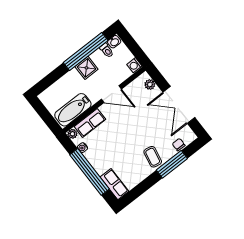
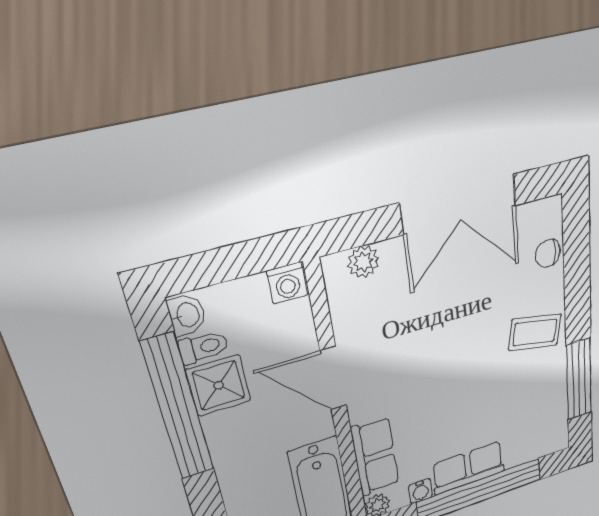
shower: (86, 68) -> (219, 385), moved
door: (111, 94) -> (333, 378), swing flipped
window: (172, 164) -> (579, 380), moved
row of seats: (114, 184) -> (468, 468), moved

